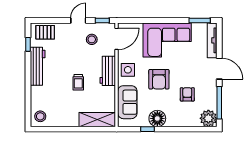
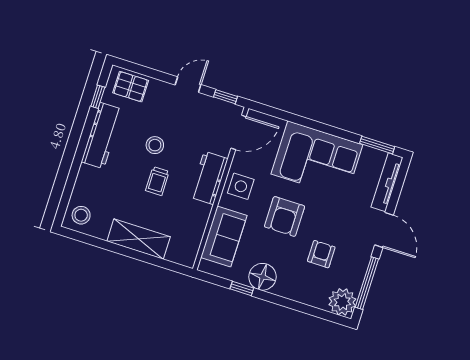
stool: (92, 39) -> (155, 145), moved
shelving: (97, 120) -> (139, 239), moved

